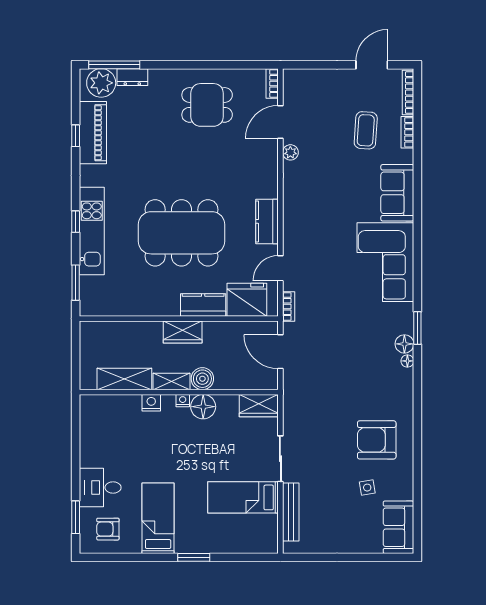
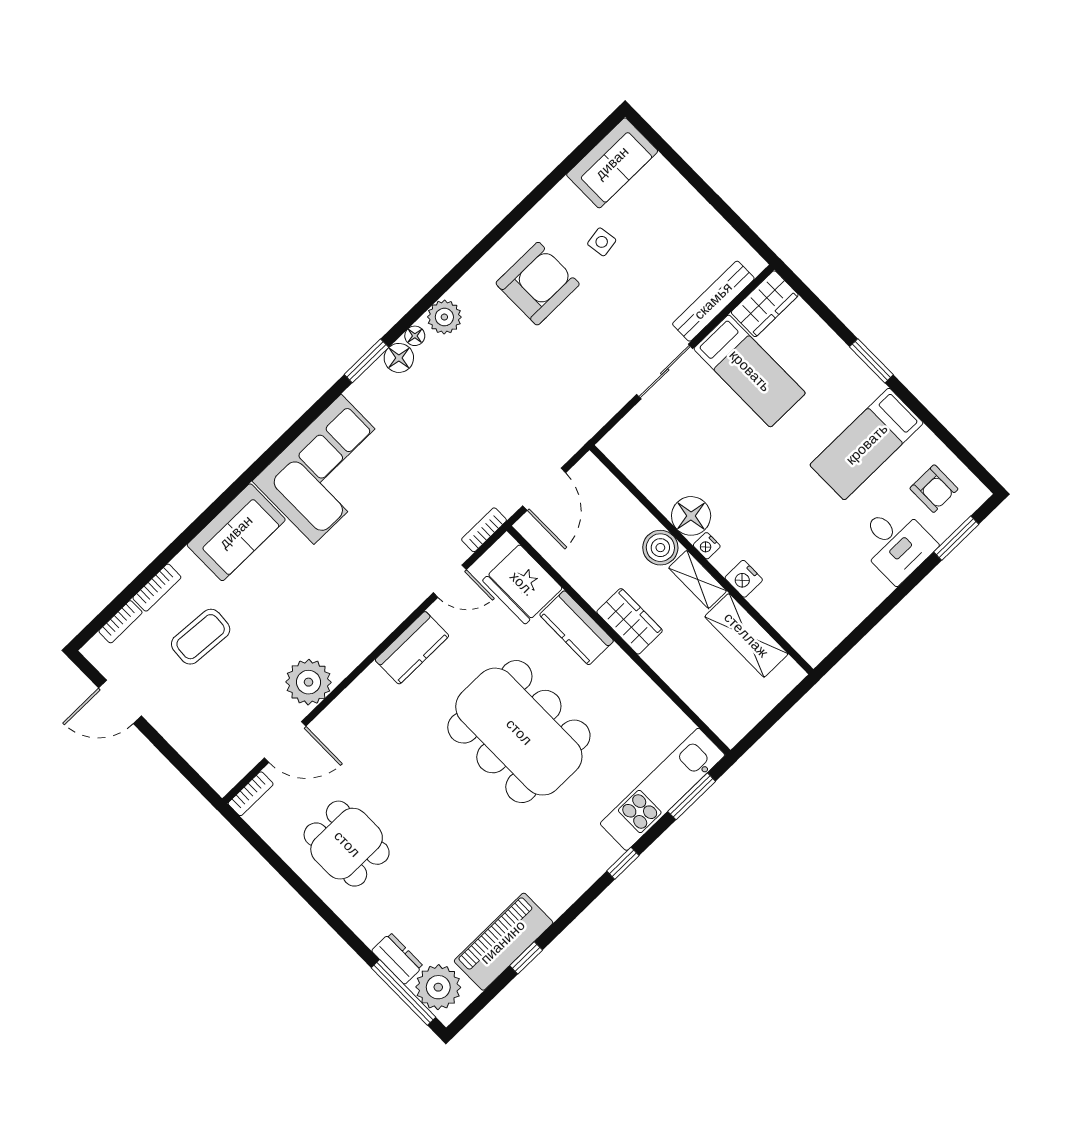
bookcase: (408, 93) -> (120, 622), width x0.64
plant: (290, 152) -> (309, 682), width x1.88, depth x1.88
kitchen unit: (92, 231) -> (662, 789), moved
plant: (403, 383) -> (444, 317), added
wardrobe: (259, 406) -> (765, 304), moved, turned 90
armchair: (377, 440) -> (538, 284), turned -90

